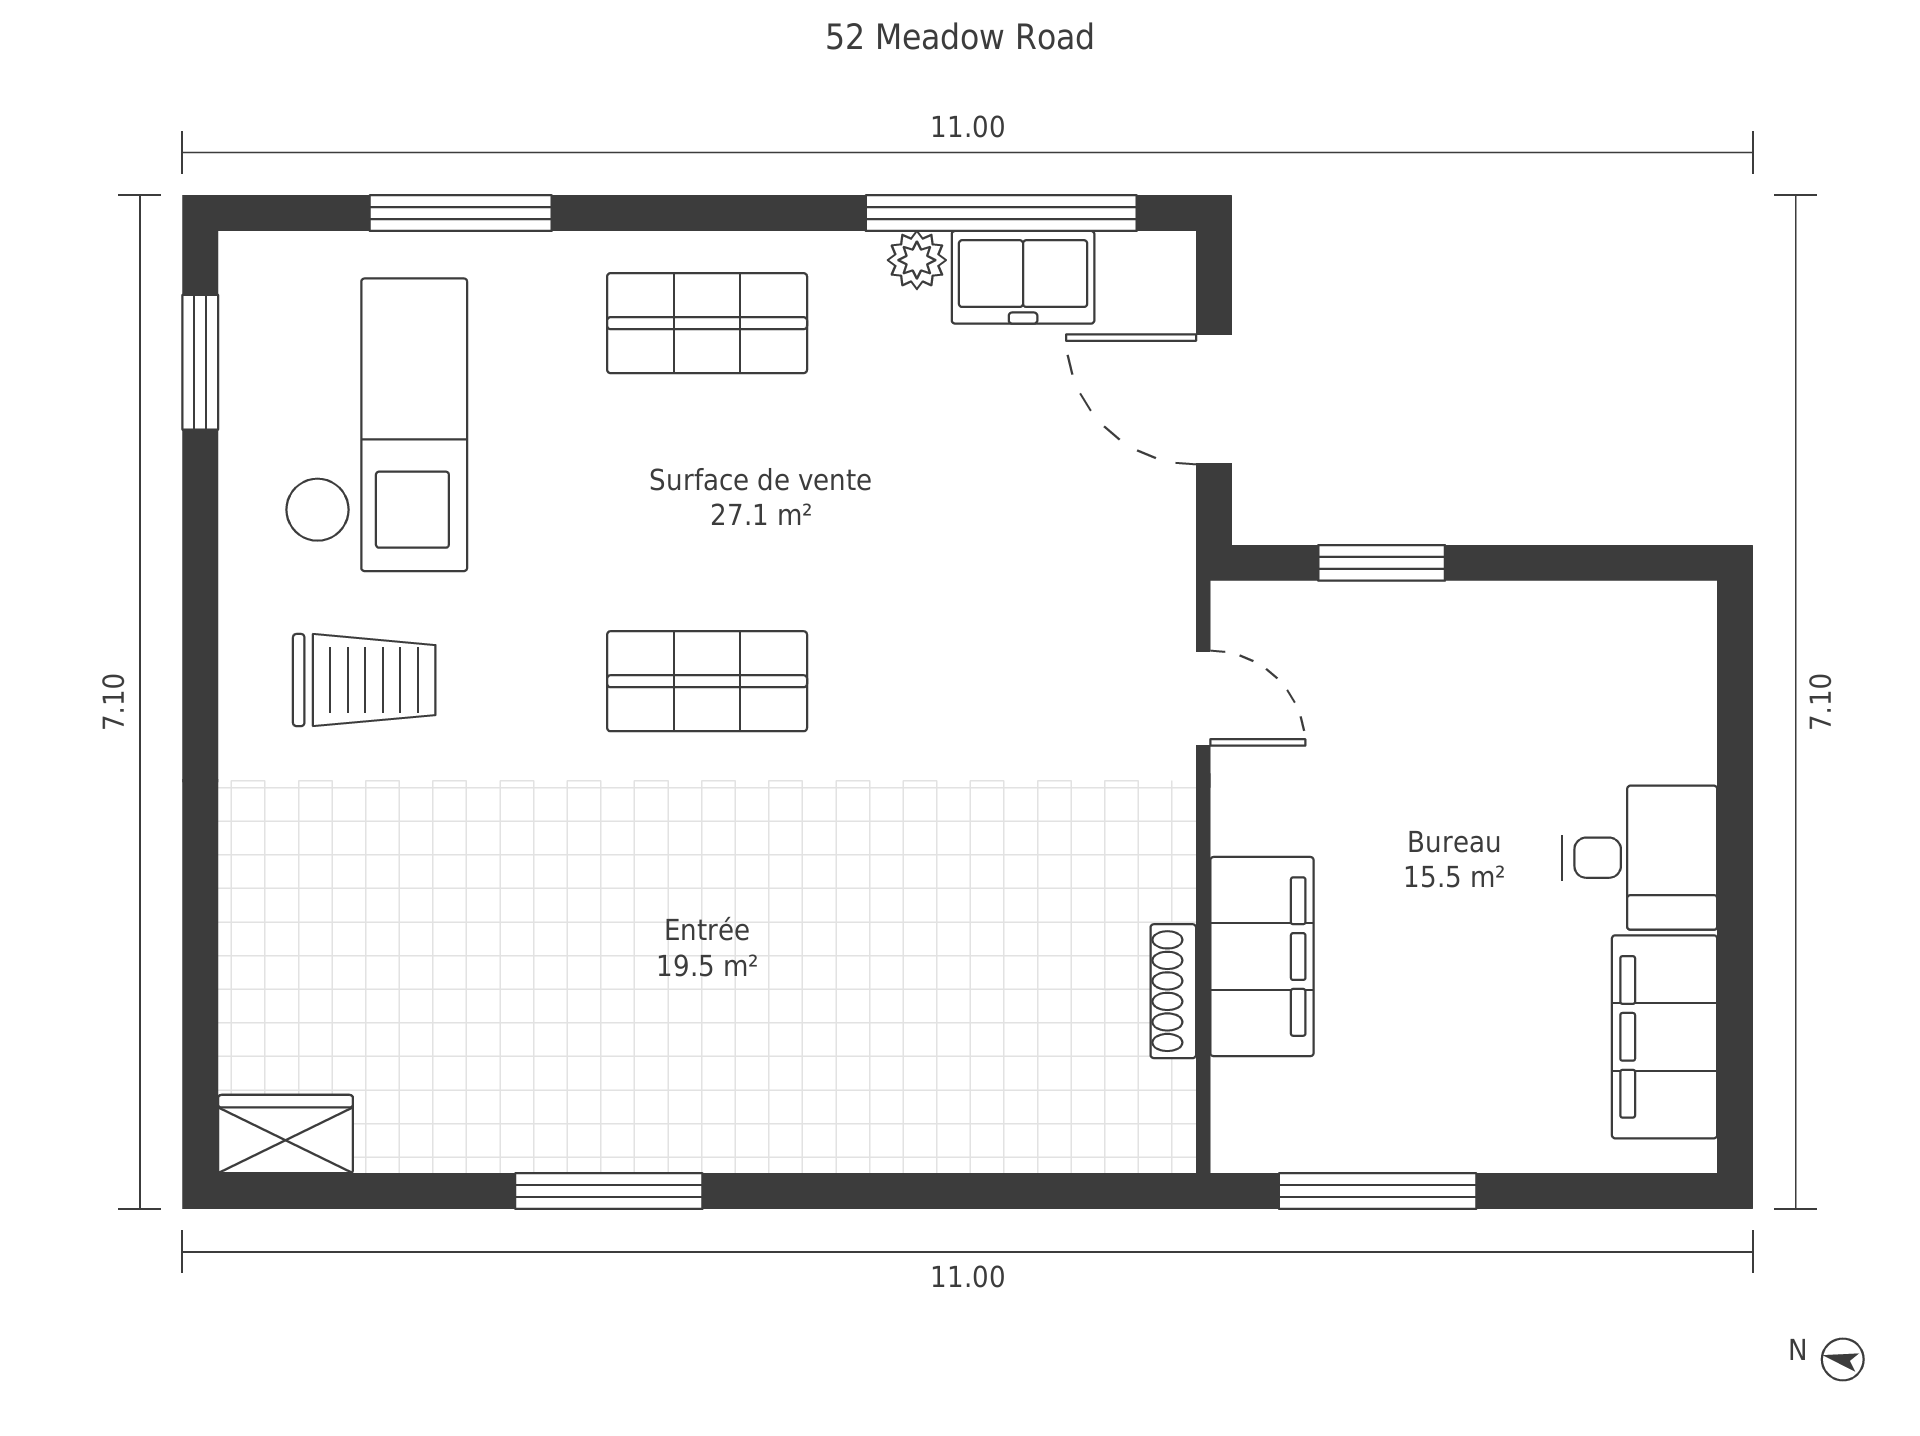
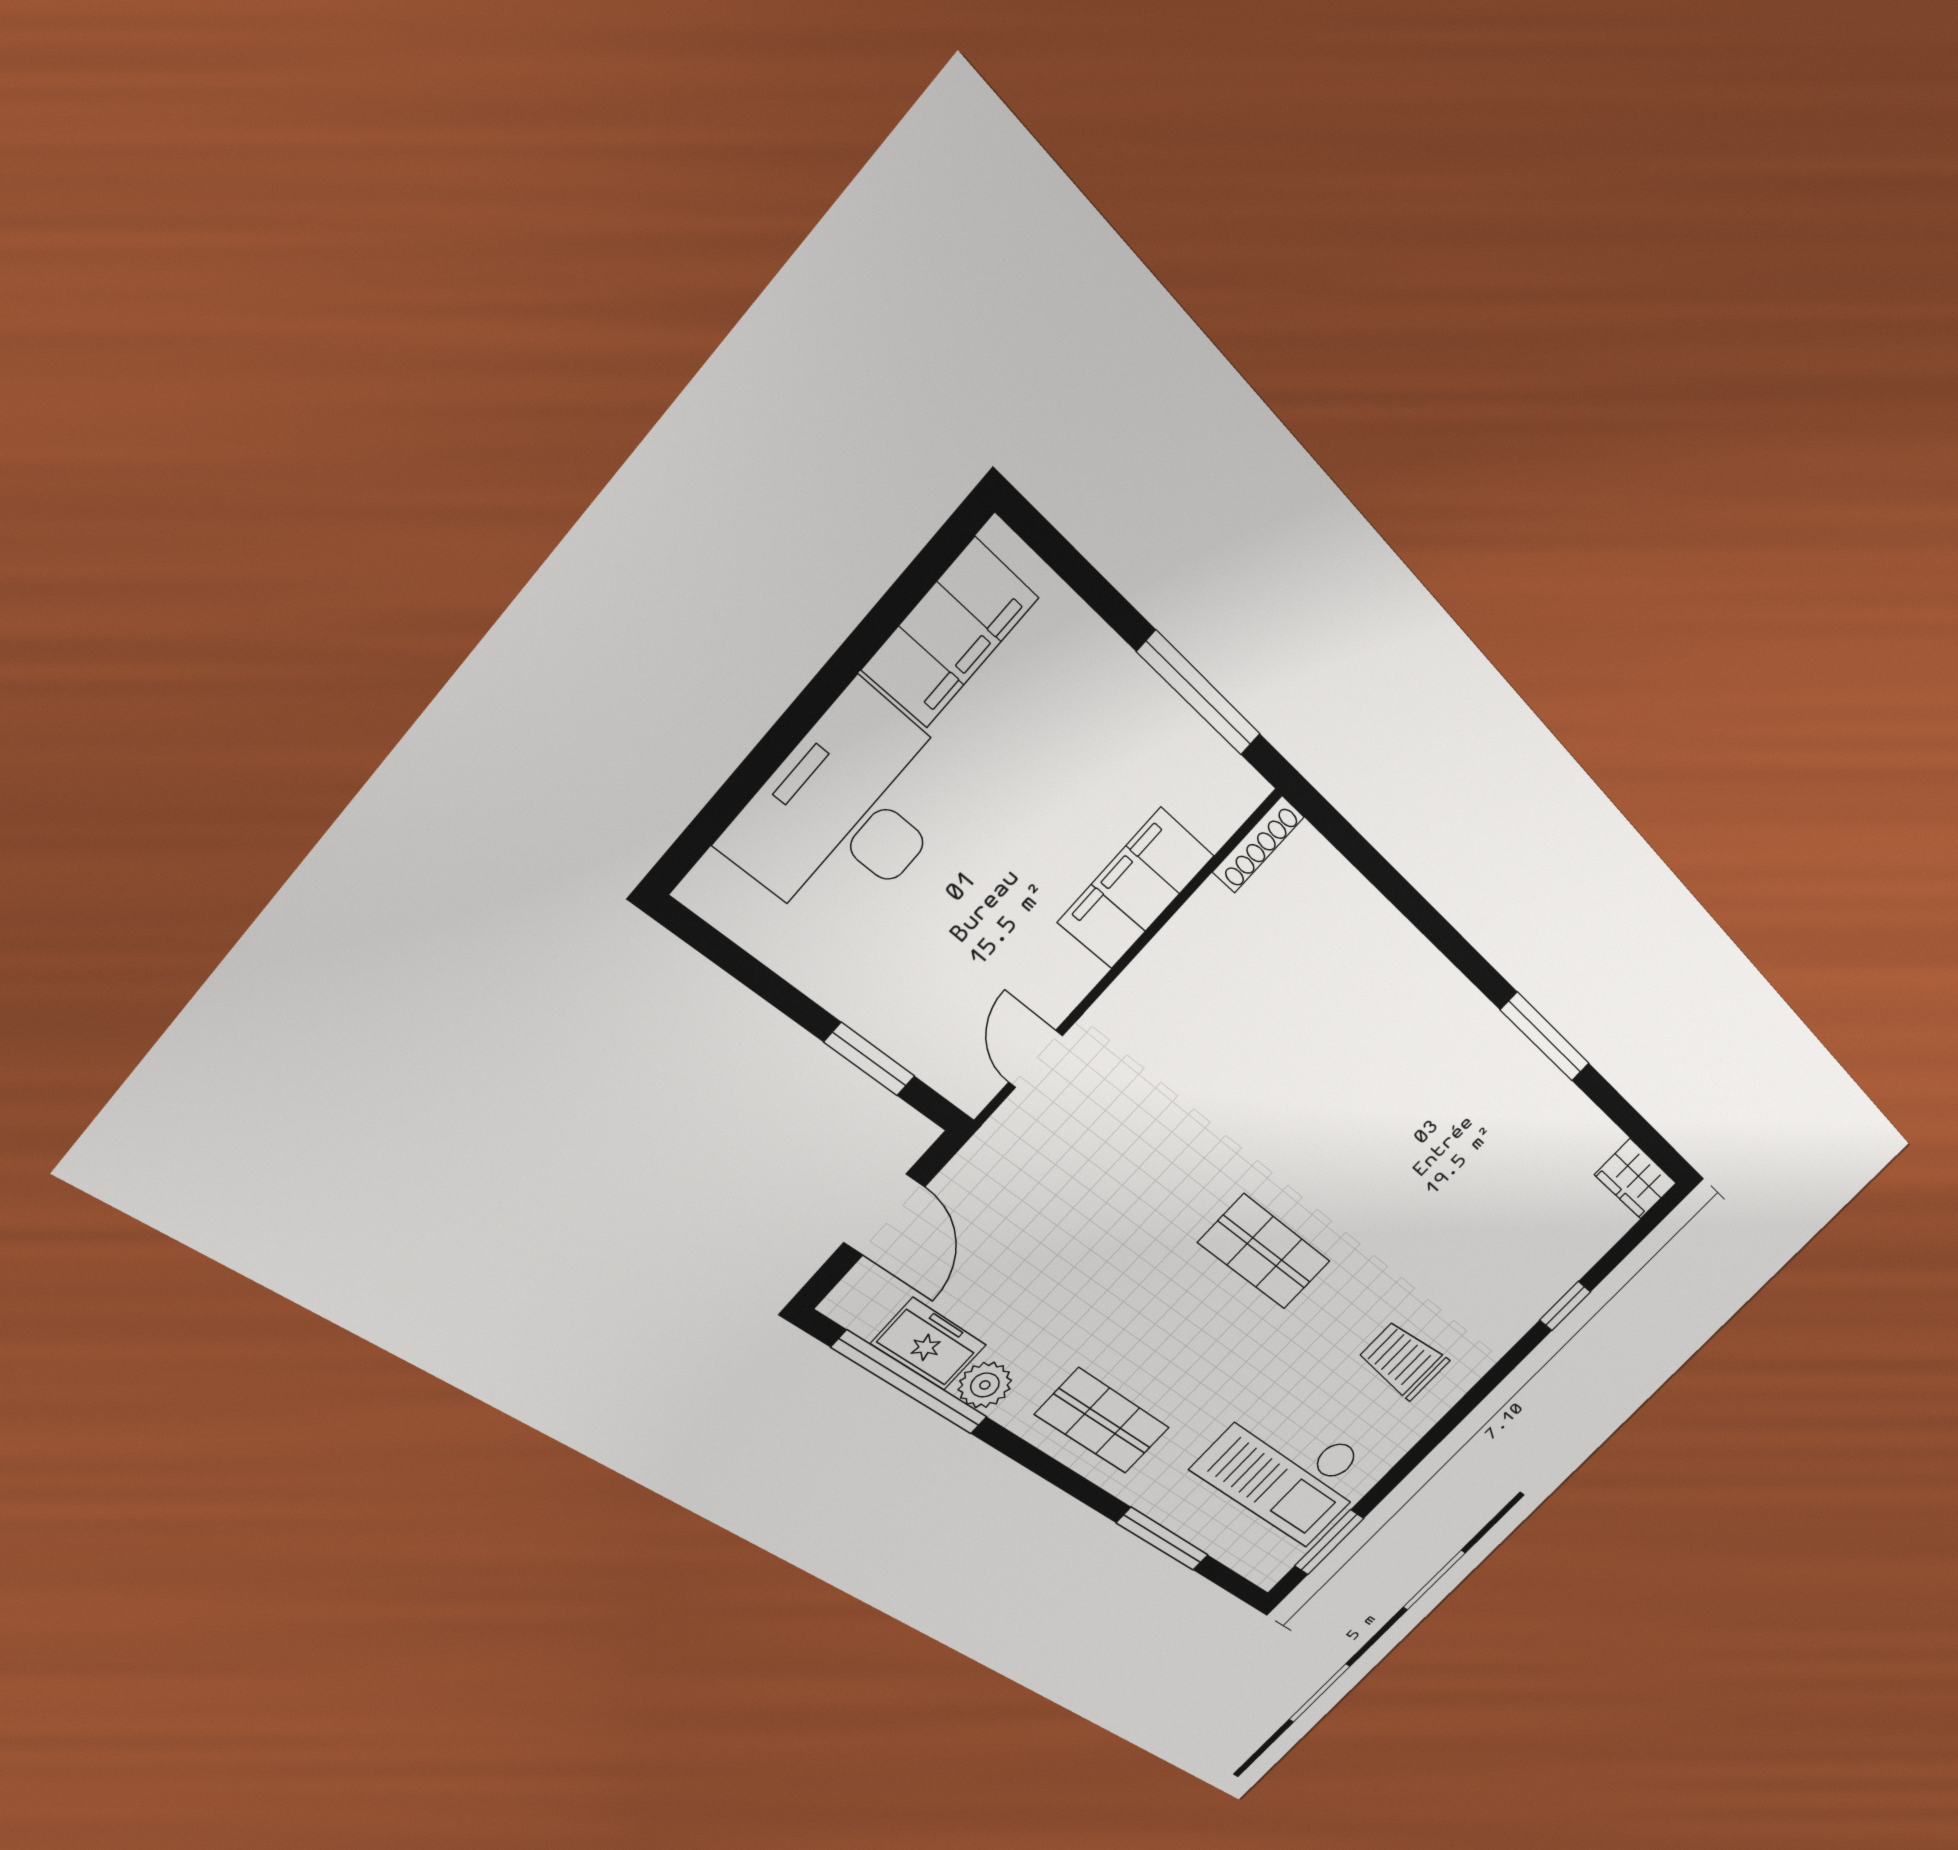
plant: (917, 260) -> (985, 1385), width x1.38, depth x1.38
checkout: (376, 425) -> (1288, 1470), turned -90
desk: (1640, 858) -> (848, 813), width x1.87, depth x1.30
window: (200, 912) -> (1565, 1306), added
shoe rack: (1173, 991) -> (1258, 845), moved

